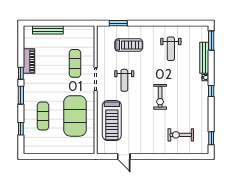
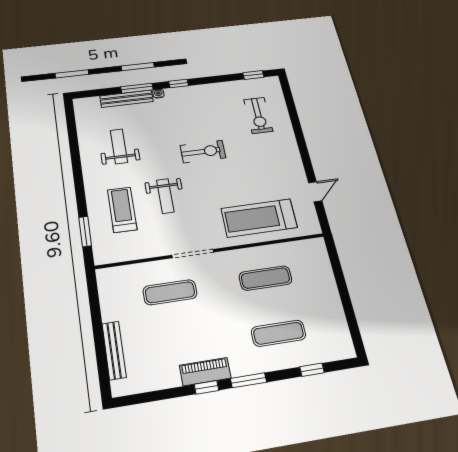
window: (211, 40) -> (137, 88), moved
weight bench: (171, 49) -> (119, 146), turned -90
piano: (29, 61) -> (205, 372), moved
weight bench: (124, 80) -> (165, 196), moved, turned 90
exercise mat: (75, 116) -> (265, 278), width x0.50, depth x0.69
treadmill: (112, 120) -> (259, 218), turned 180

